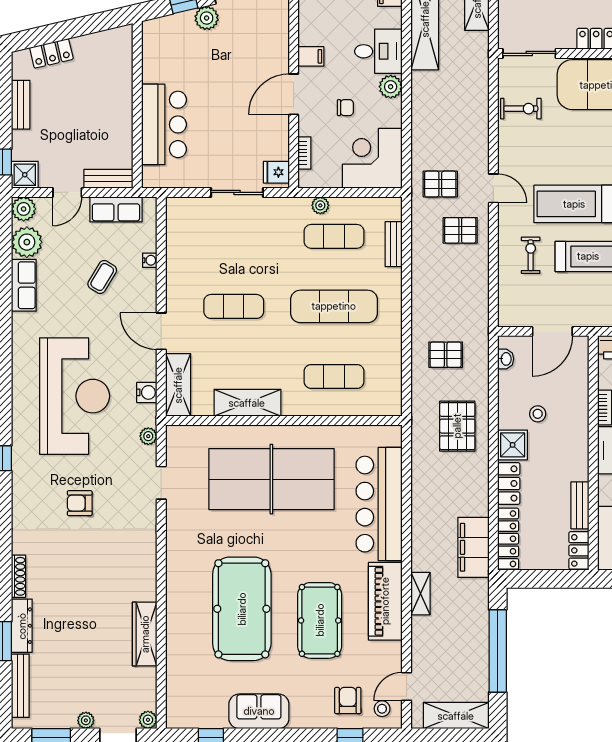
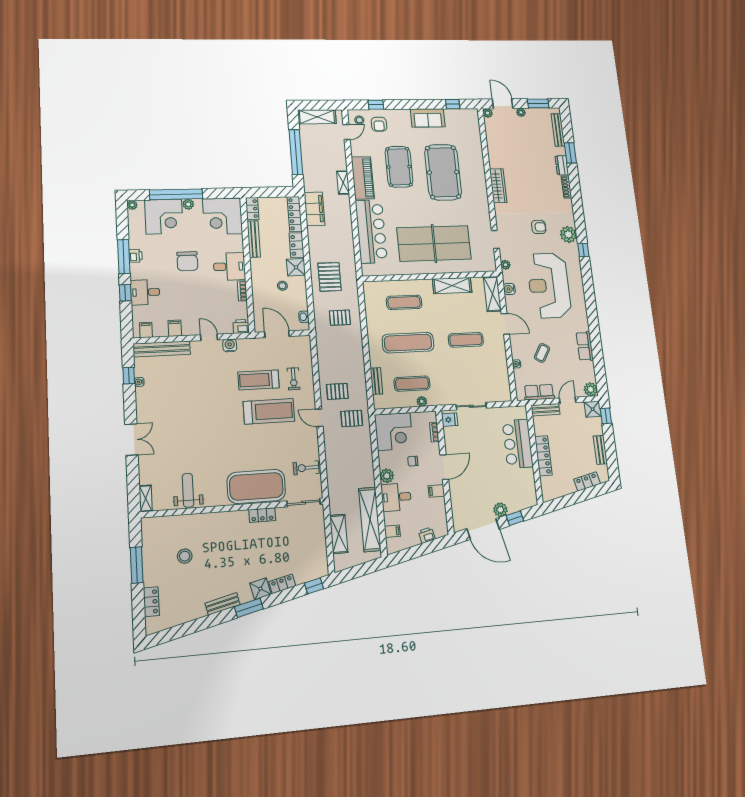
locker: (122, 102) -> (543, 456), added
plant: (27, 242) -> (568, 234), moved
door: (552, 331) -> (277, 334), hinge flipped
bench: (580, 505) -> (254, 239), width x1.36
dresser: (22, 626) -> (562, 165), width x0.70
wardrobe: (145, 634) -> (498, 186), moved

